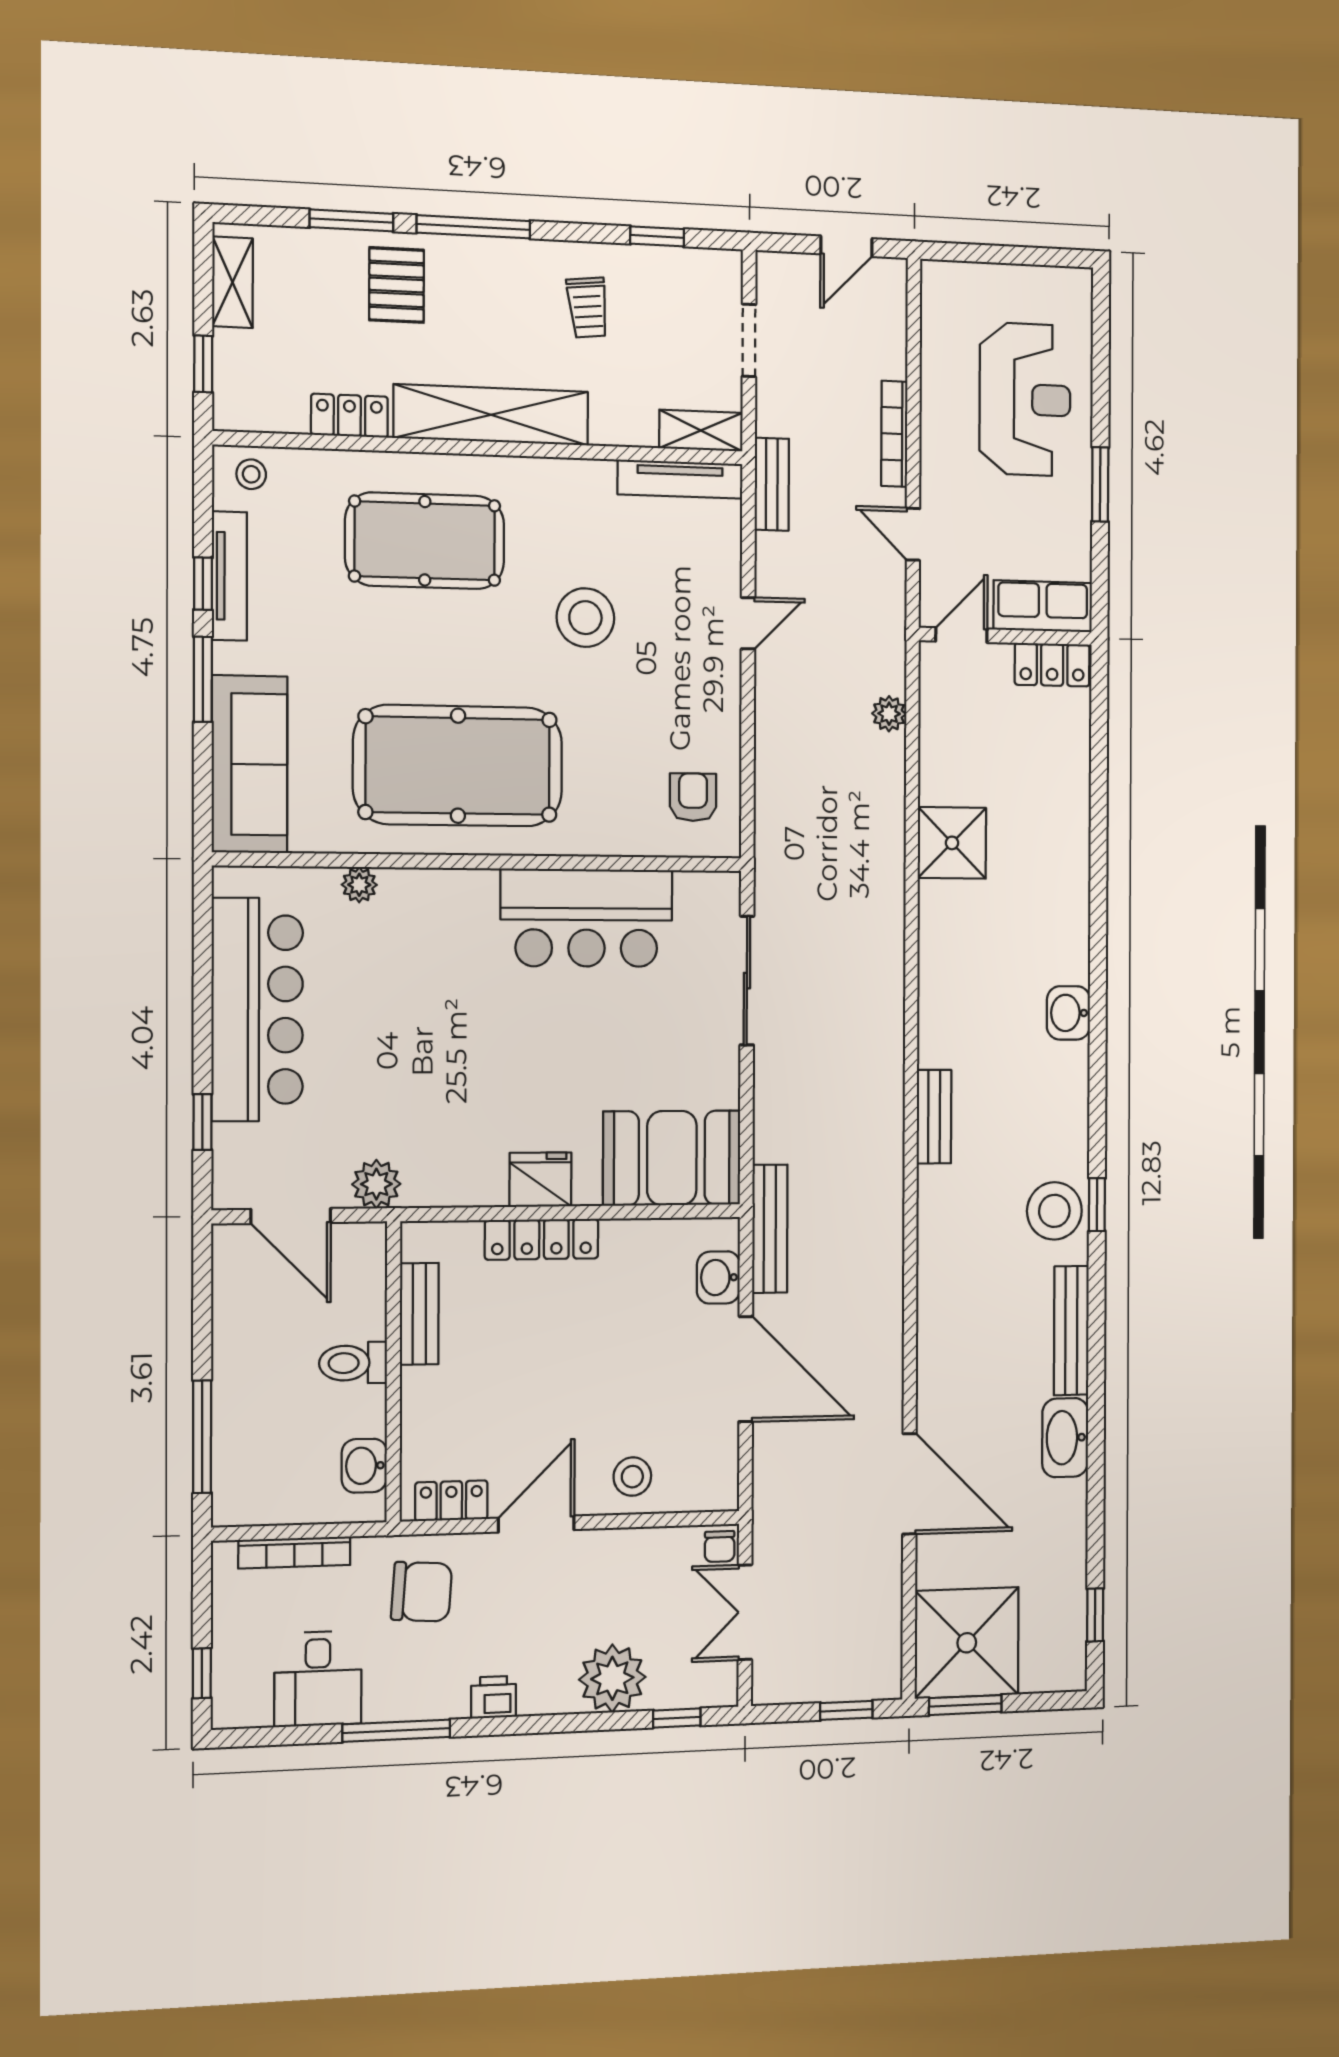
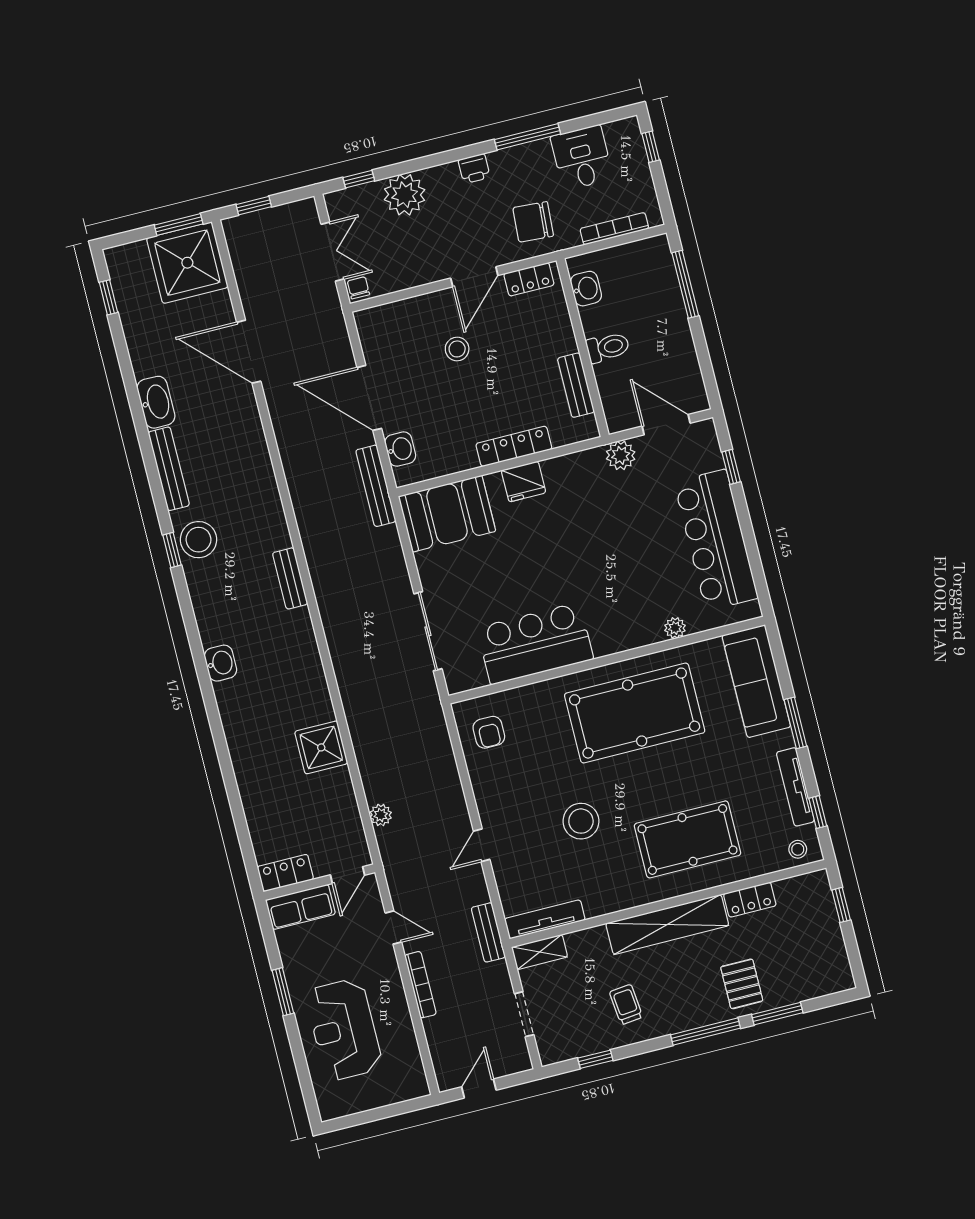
shelving: (232, 282) -> (836, 957), removed
window: (203, 584) -> (818, 812), moved
stool: (632, 1477) -> (457, 349), moved

